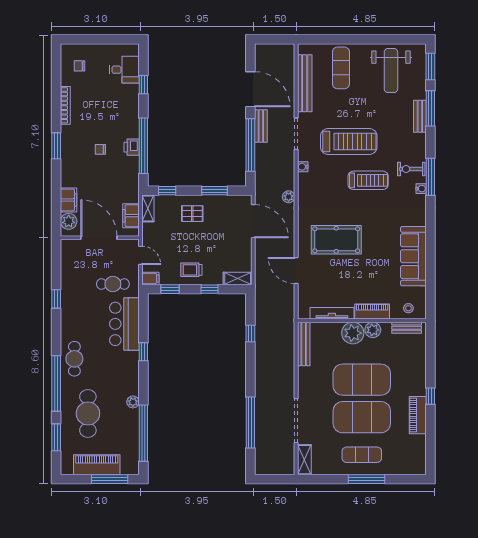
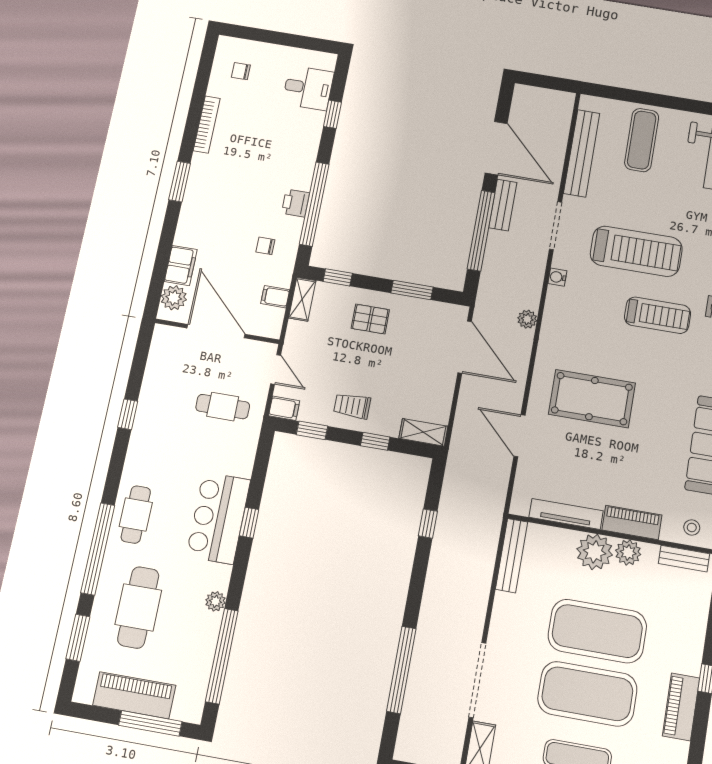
chair: (100, 149) -> (265, 246), moved
filing cabinet: (131, 216) -> (275, 297), width x0.50
bar counter: (124, 324) -> (218, 518), moved

